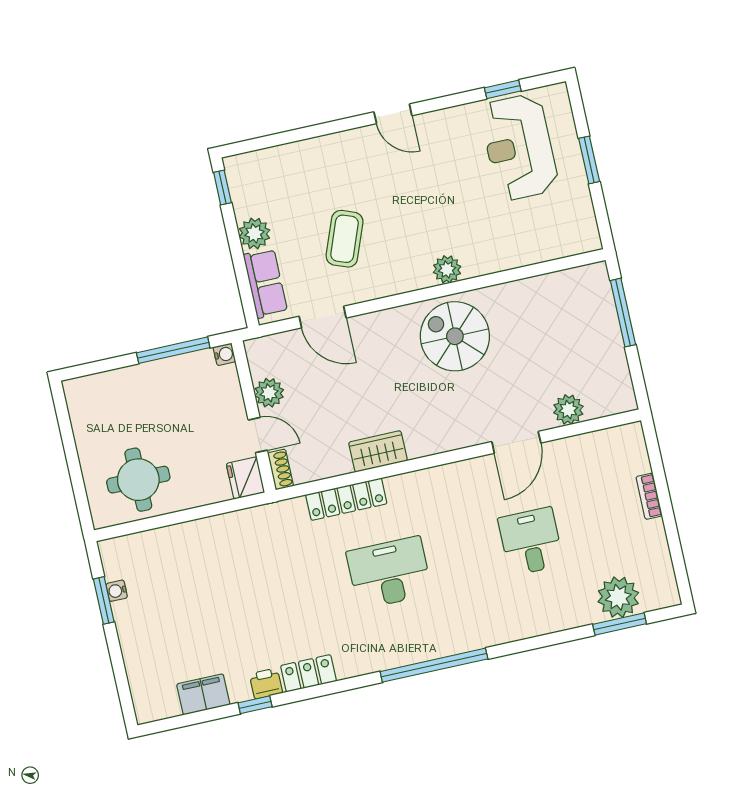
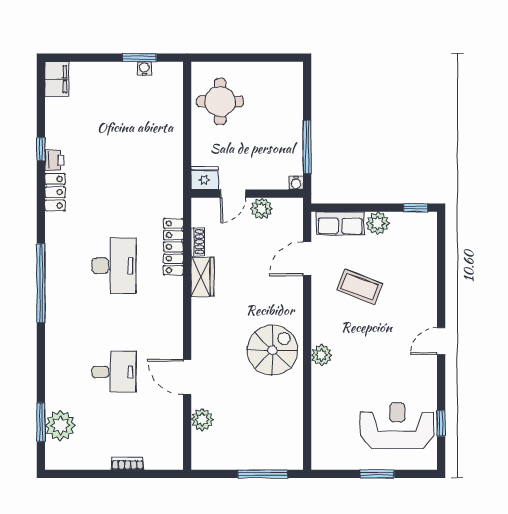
shoe rack: (280, 469) -> (198, 242), moved, turned -90
filing cabinet: (203, 694) -> (57, 79), moved

